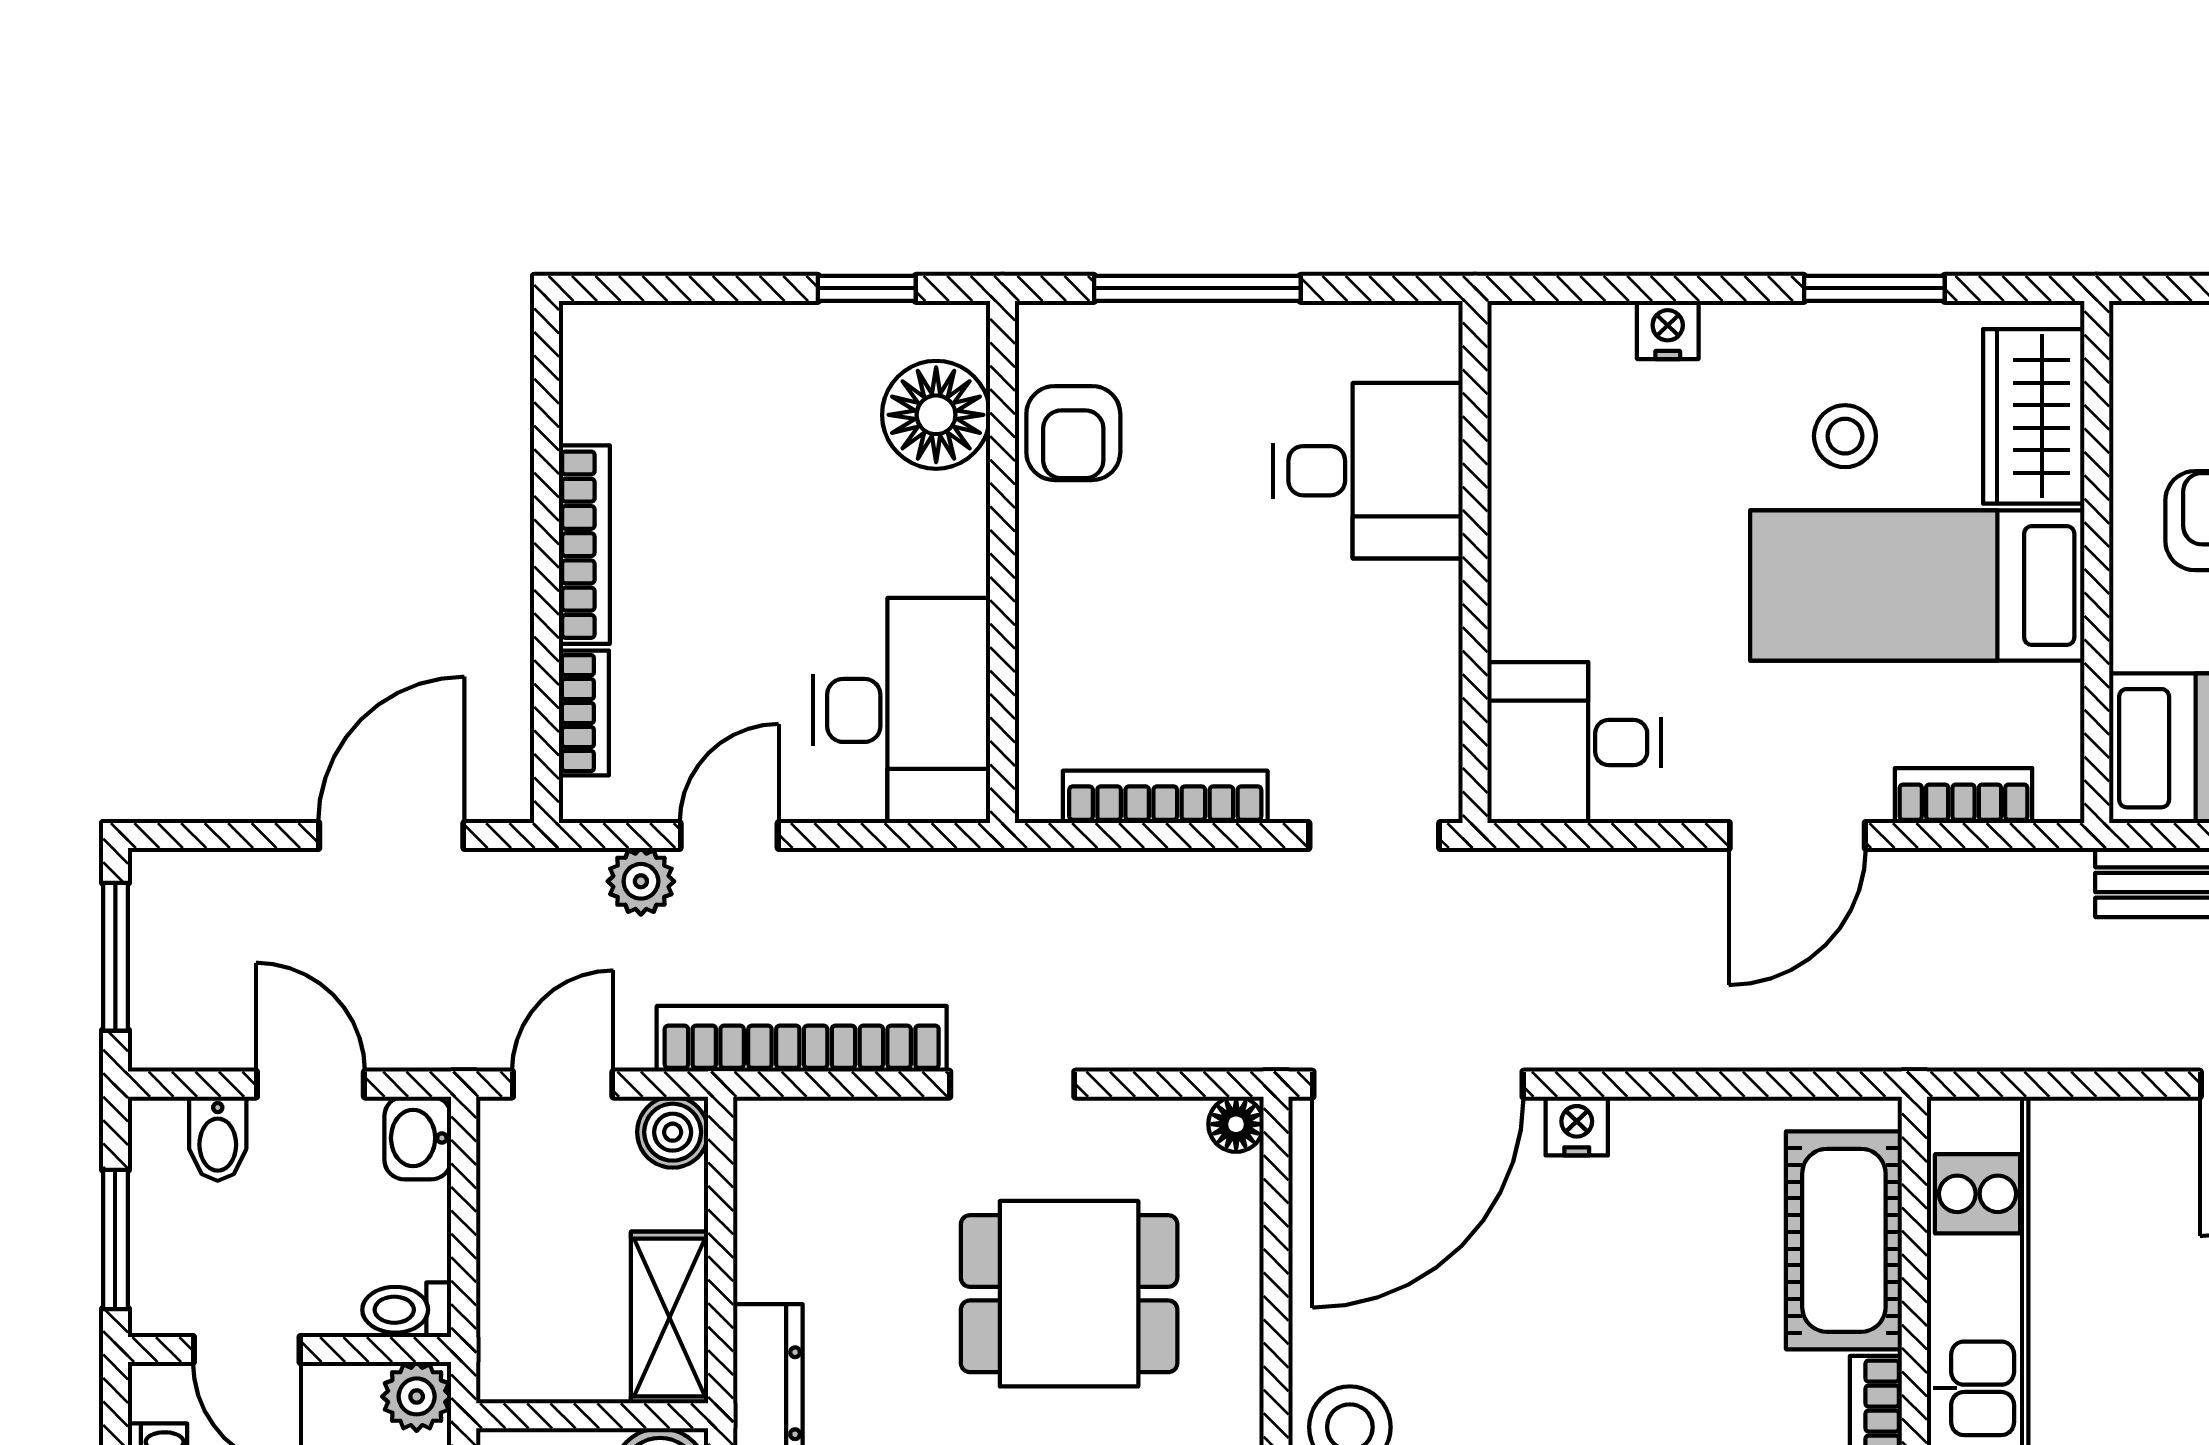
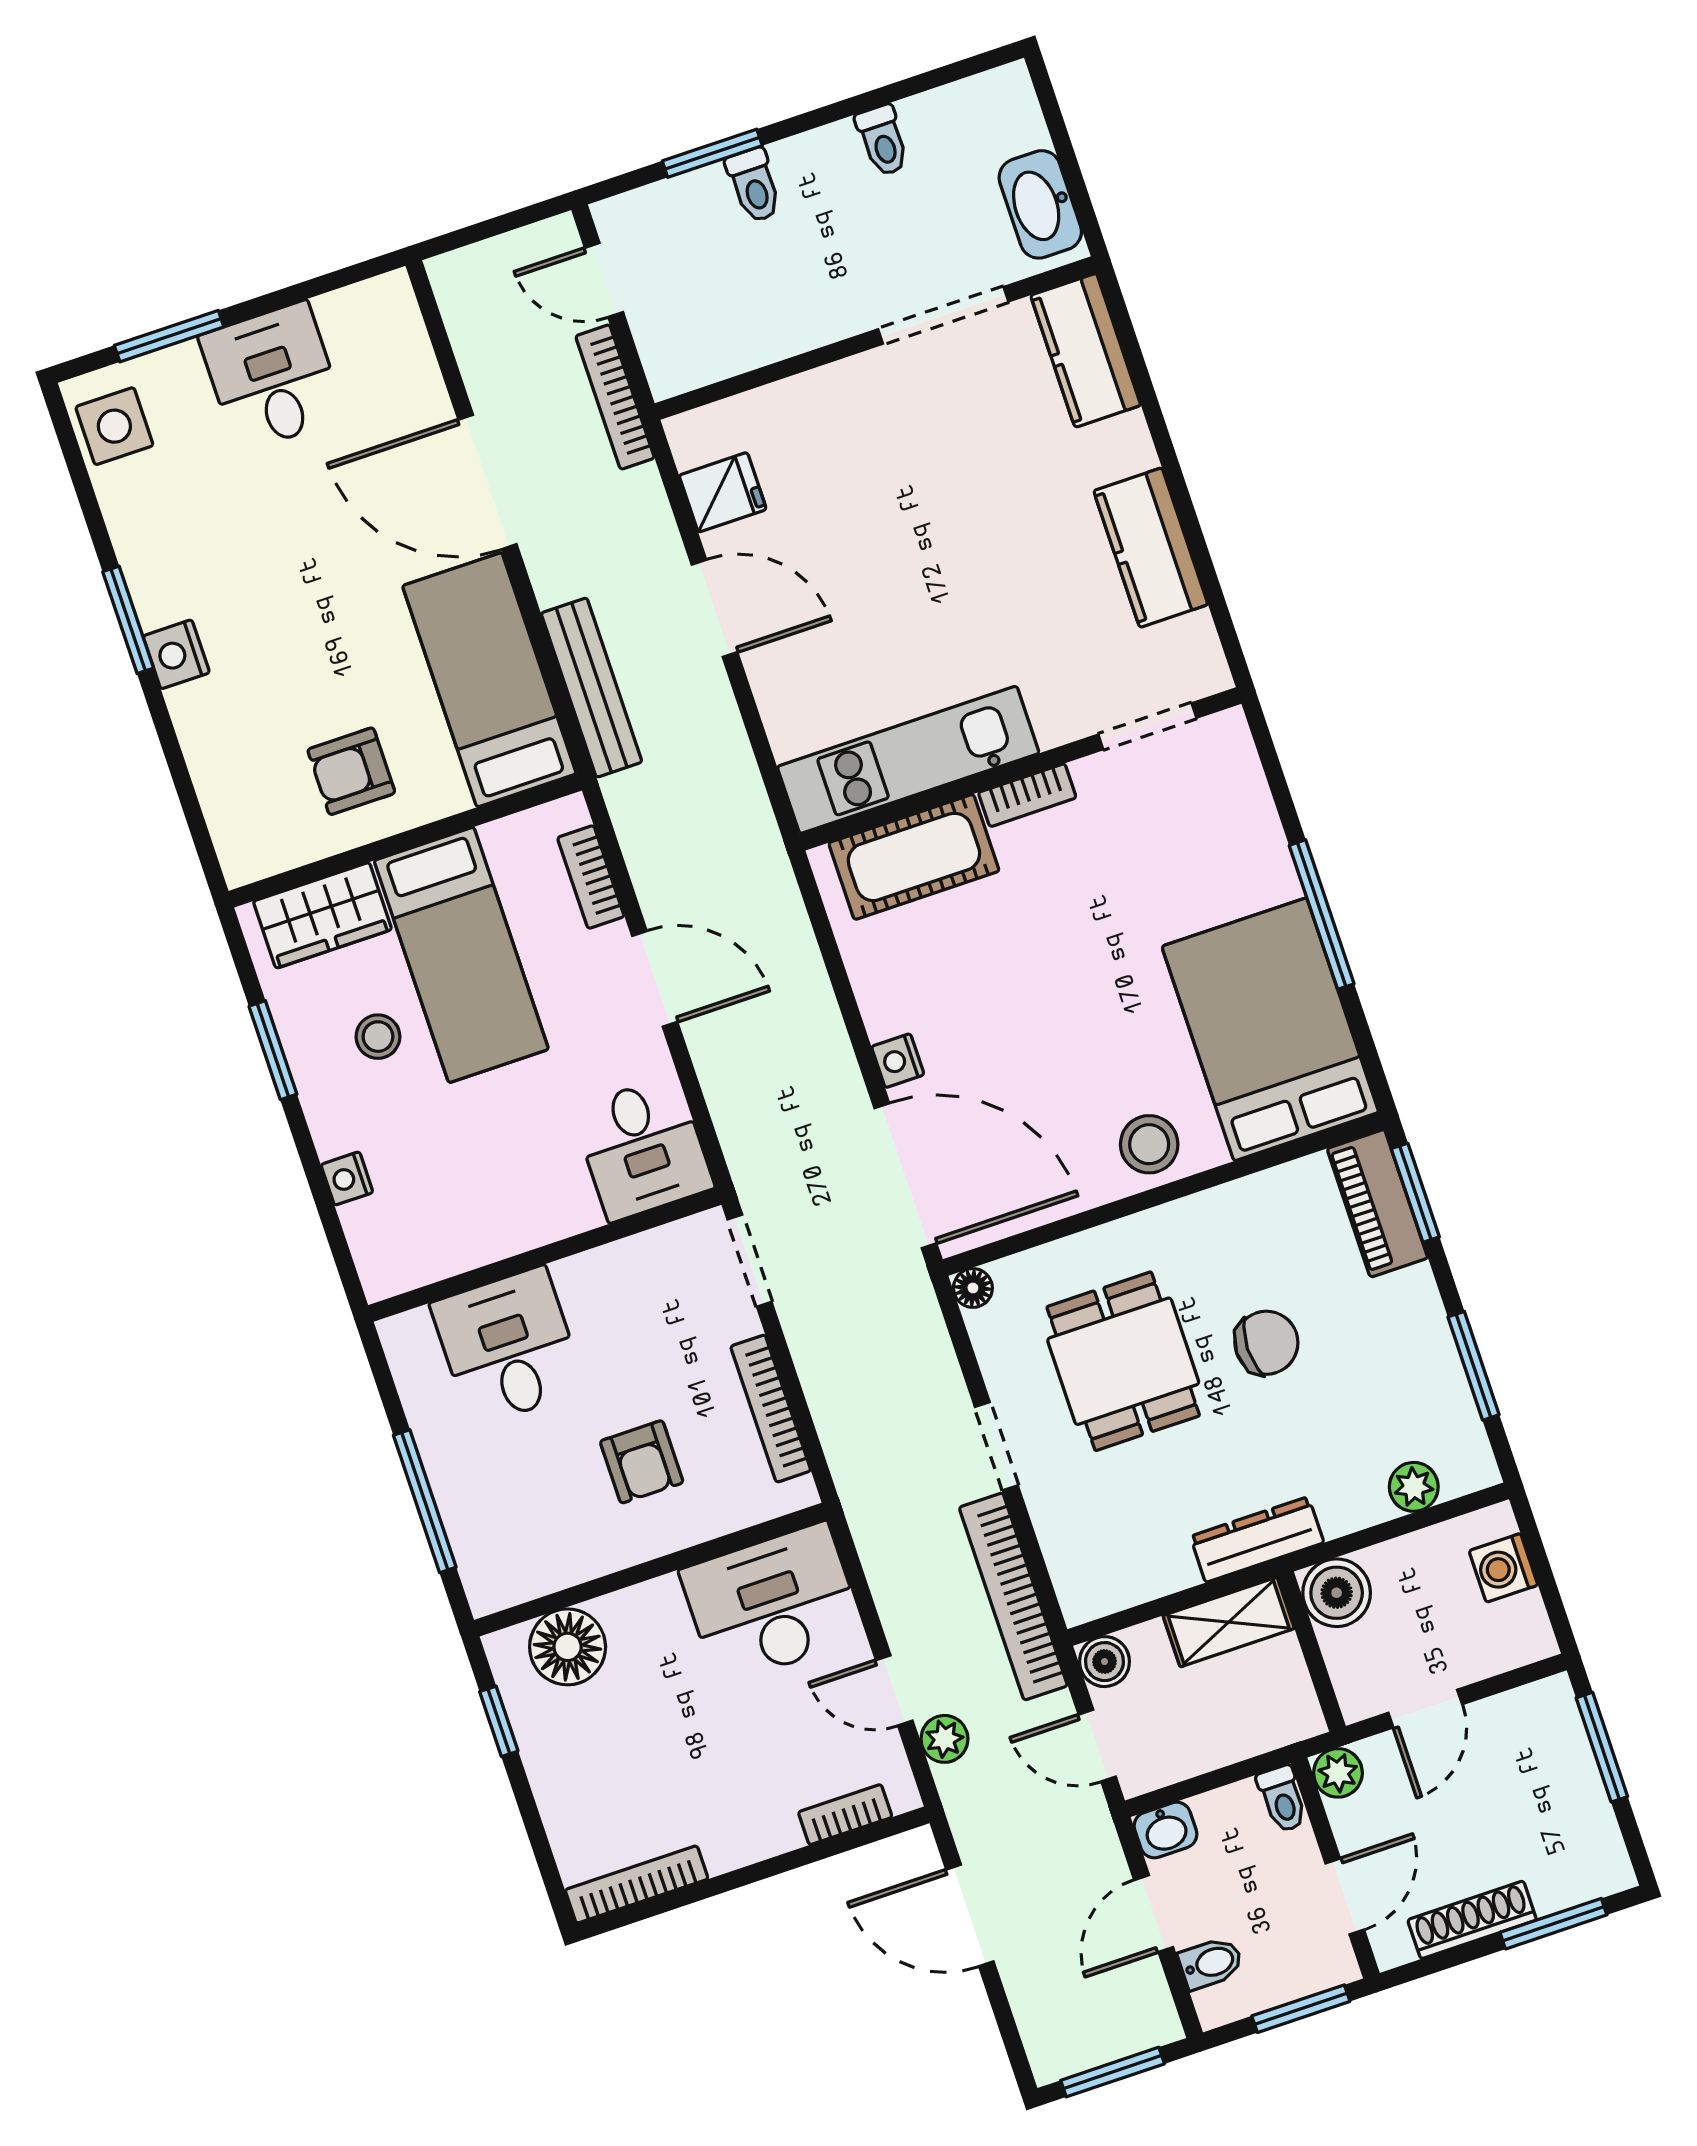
armchair: (1073, 433) -> (642, 1462), moved, turned 90
bookcase: (584, 545) -> (637, 1884), moved

